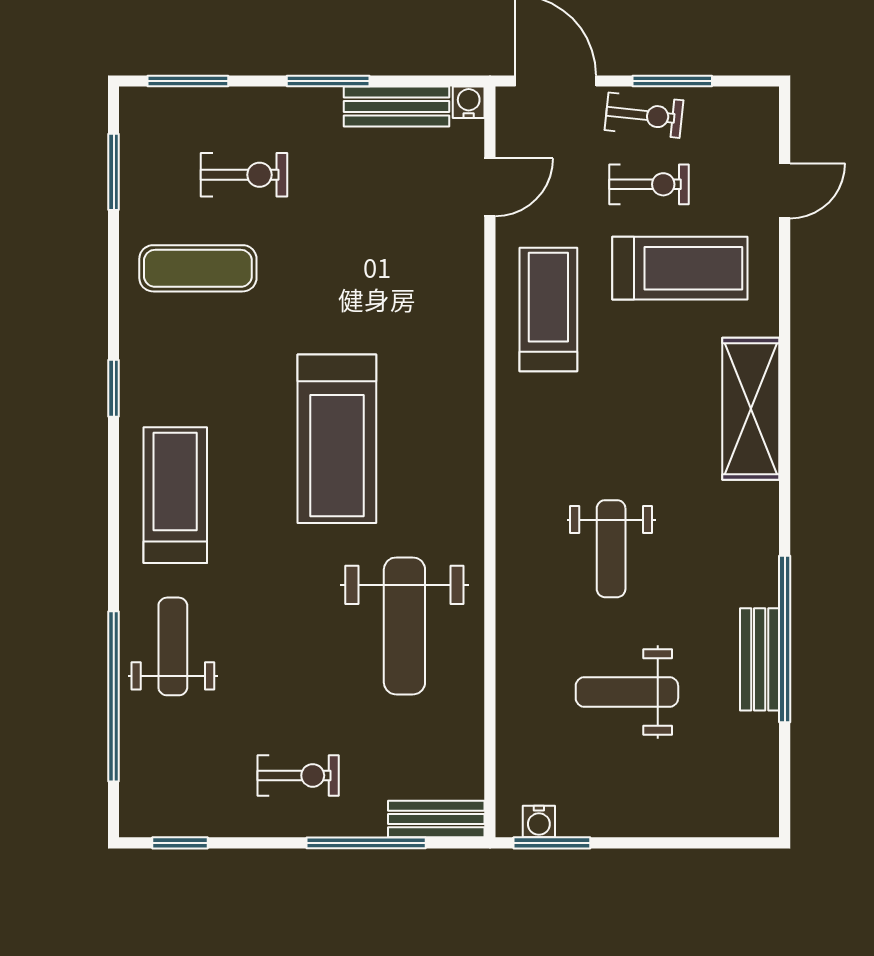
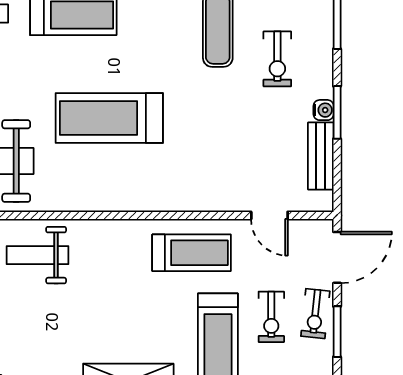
water cooler: (469, 102) -> (324, 110), moved
weight bench: (611, 549) -> (37, 255), moved

